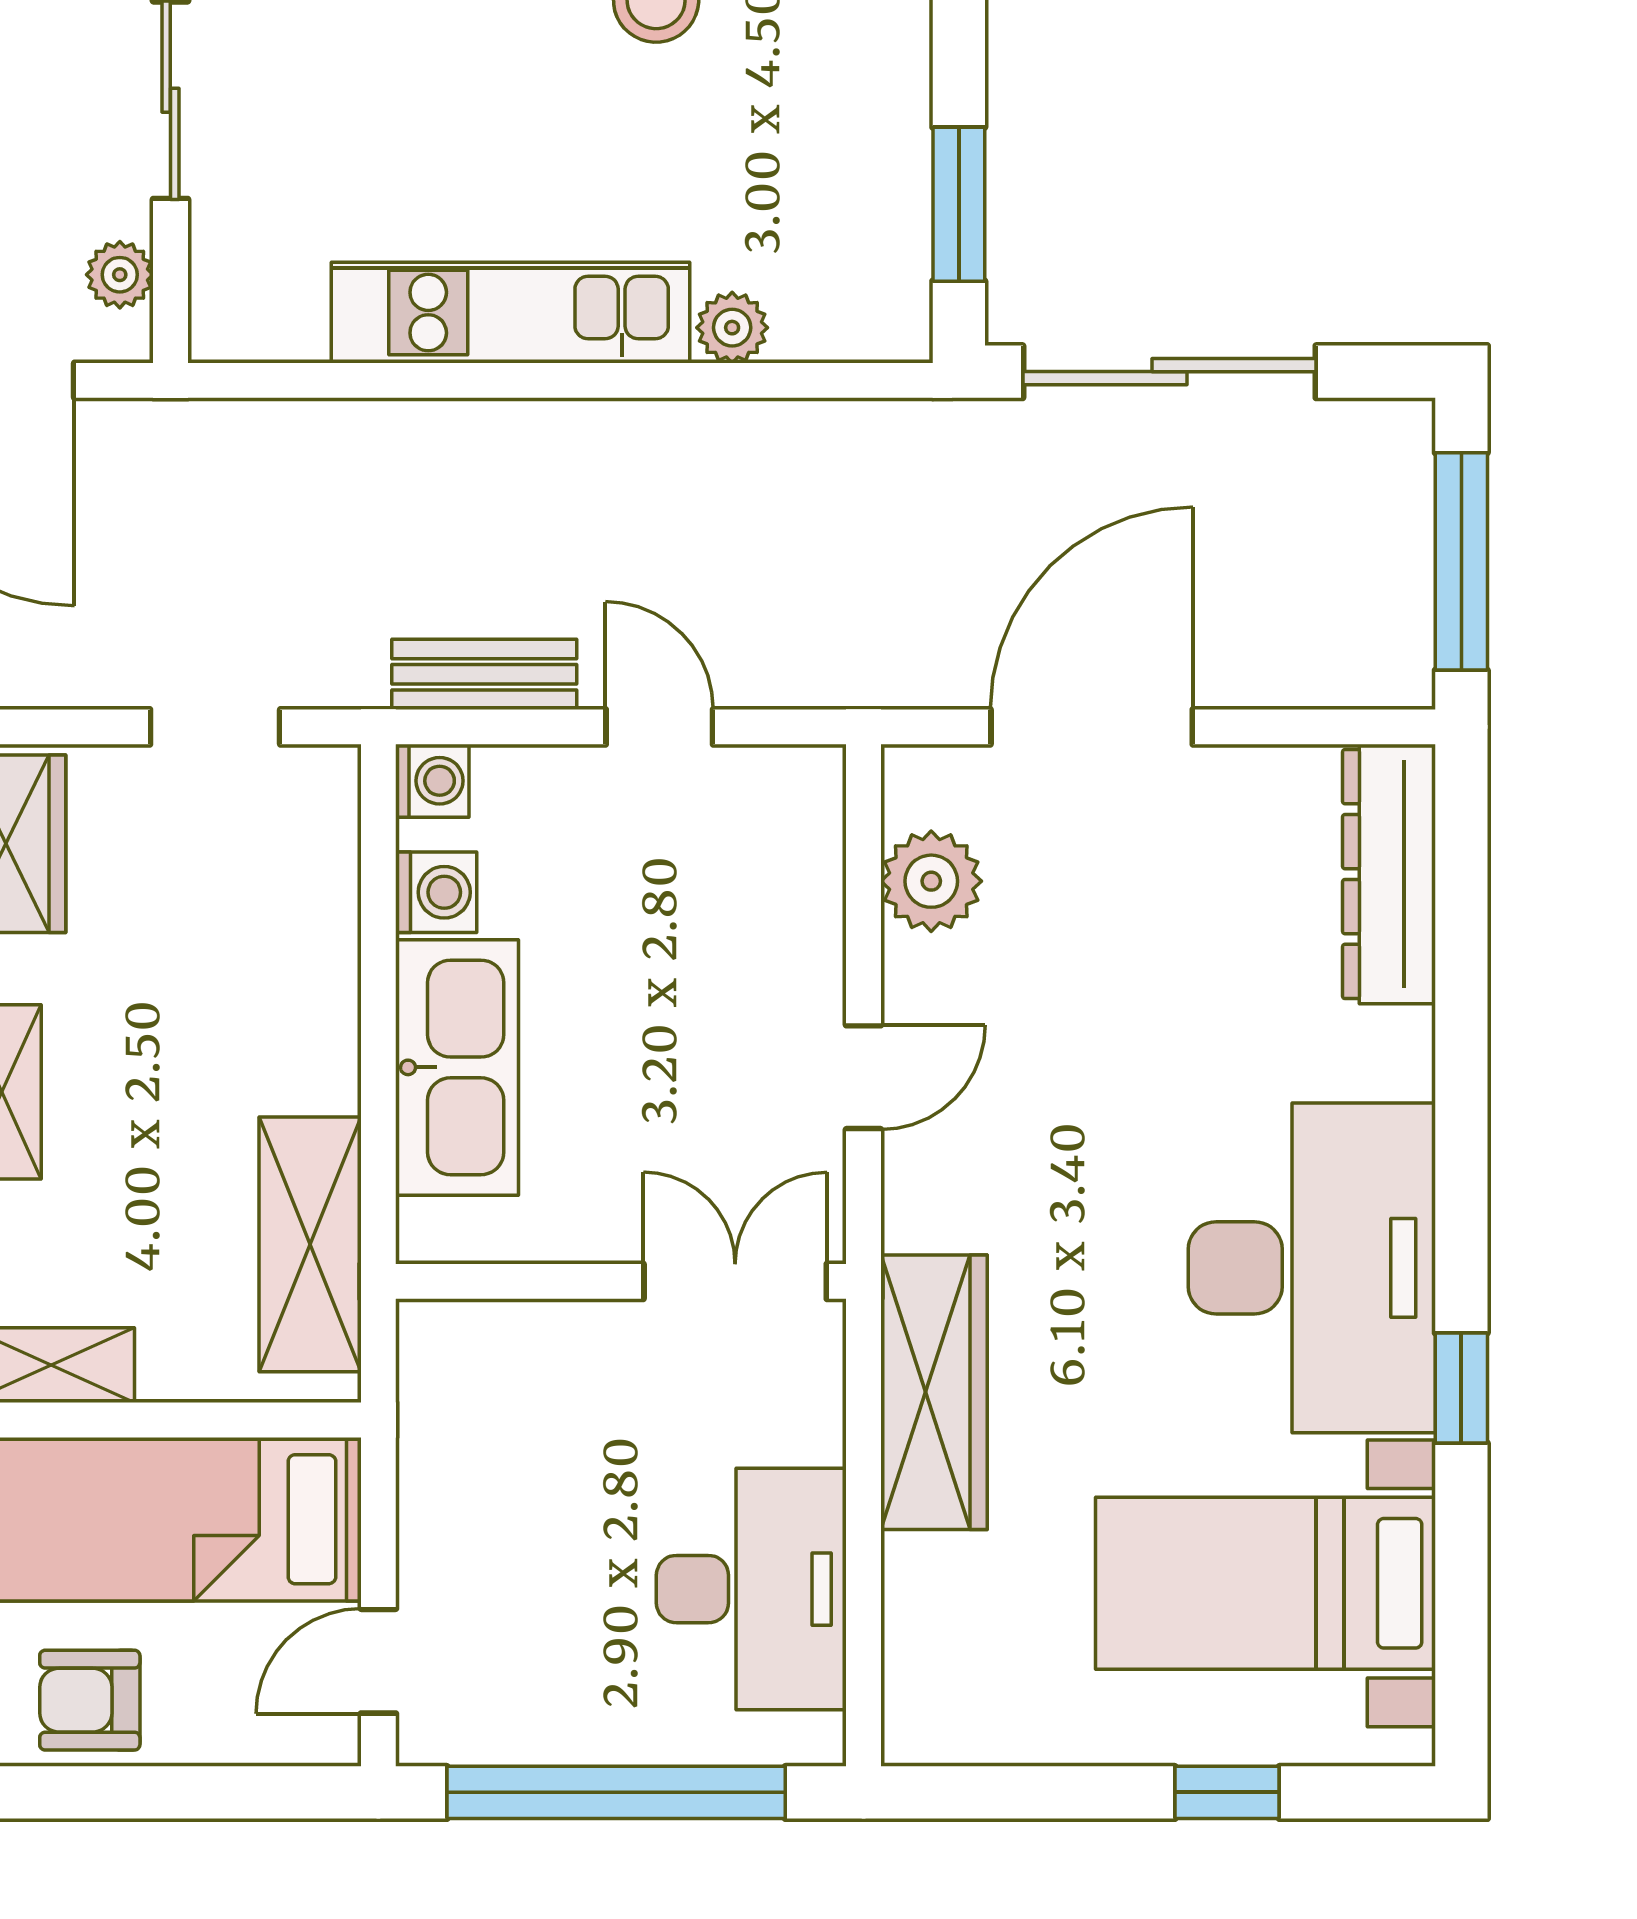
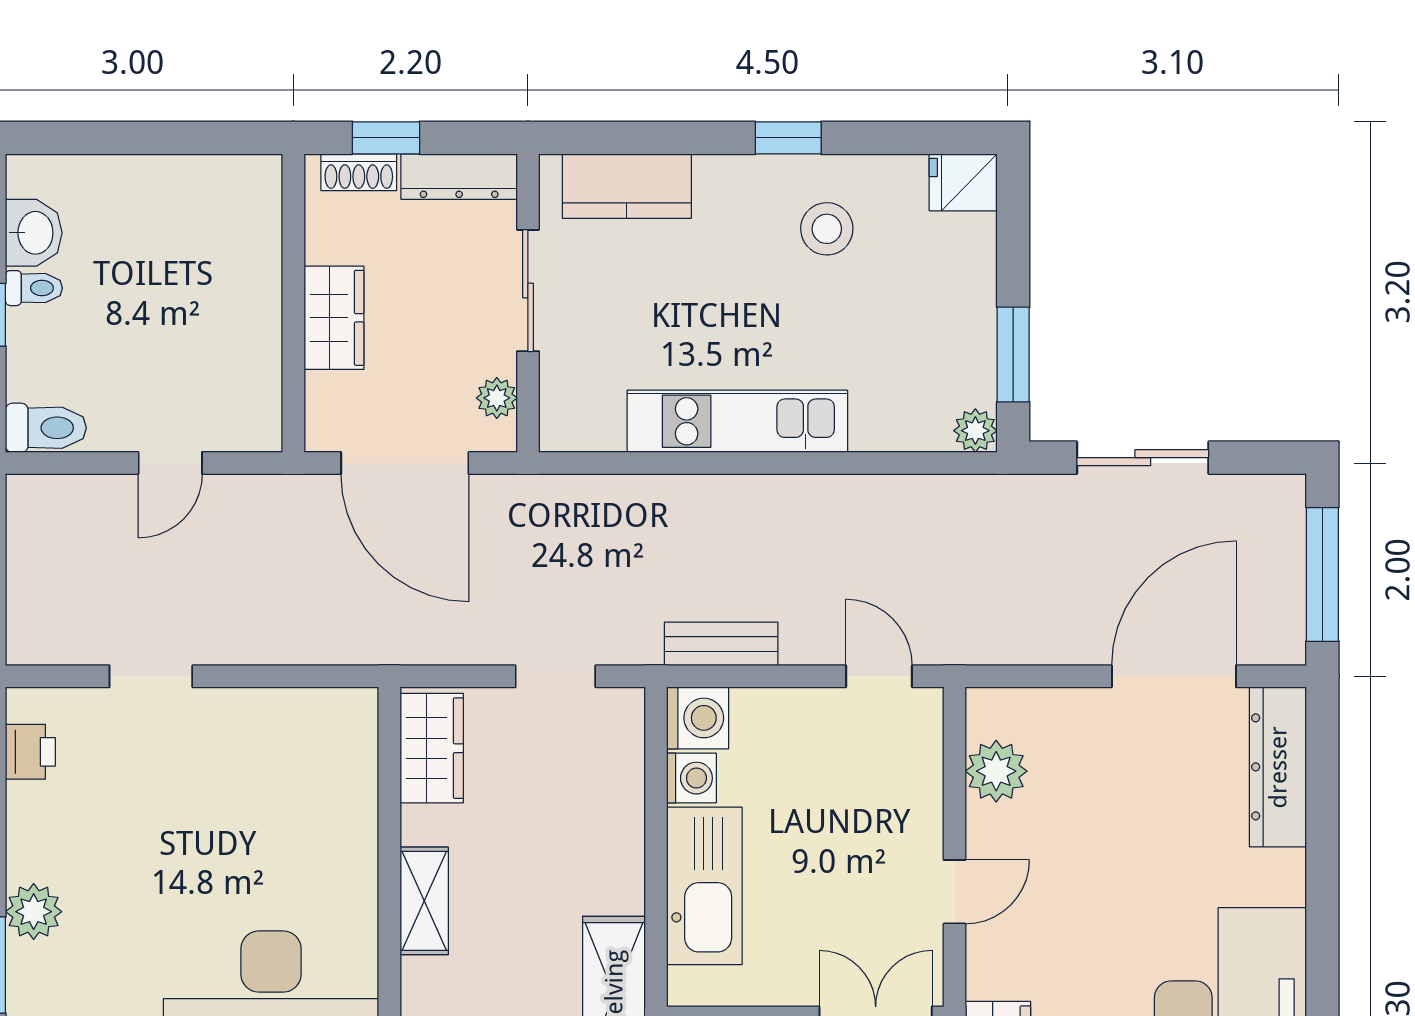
plant: (732, 328) -> (975, 431), moved
sliding door: (1169, 372) -> (1143, 458), width x0.73
door: (659, 727) -> (879, 676), moved
door: (1092, 727) -> (1174, 676), moved
washing machine: (432, 781) -> (698, 718), width x1.38, depth x1.38

